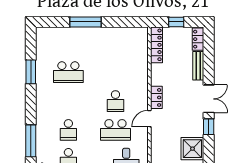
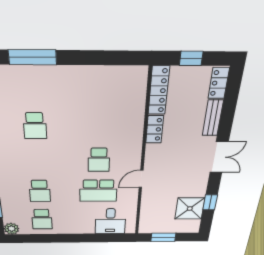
window: (86, 22) -> (32, 57), moved
school desk: (68, 72) -> (35, 126), width x0.54
locker: (156, 97) -> (155, 129), moved
window: (209, 127) -> (210, 202), moved

